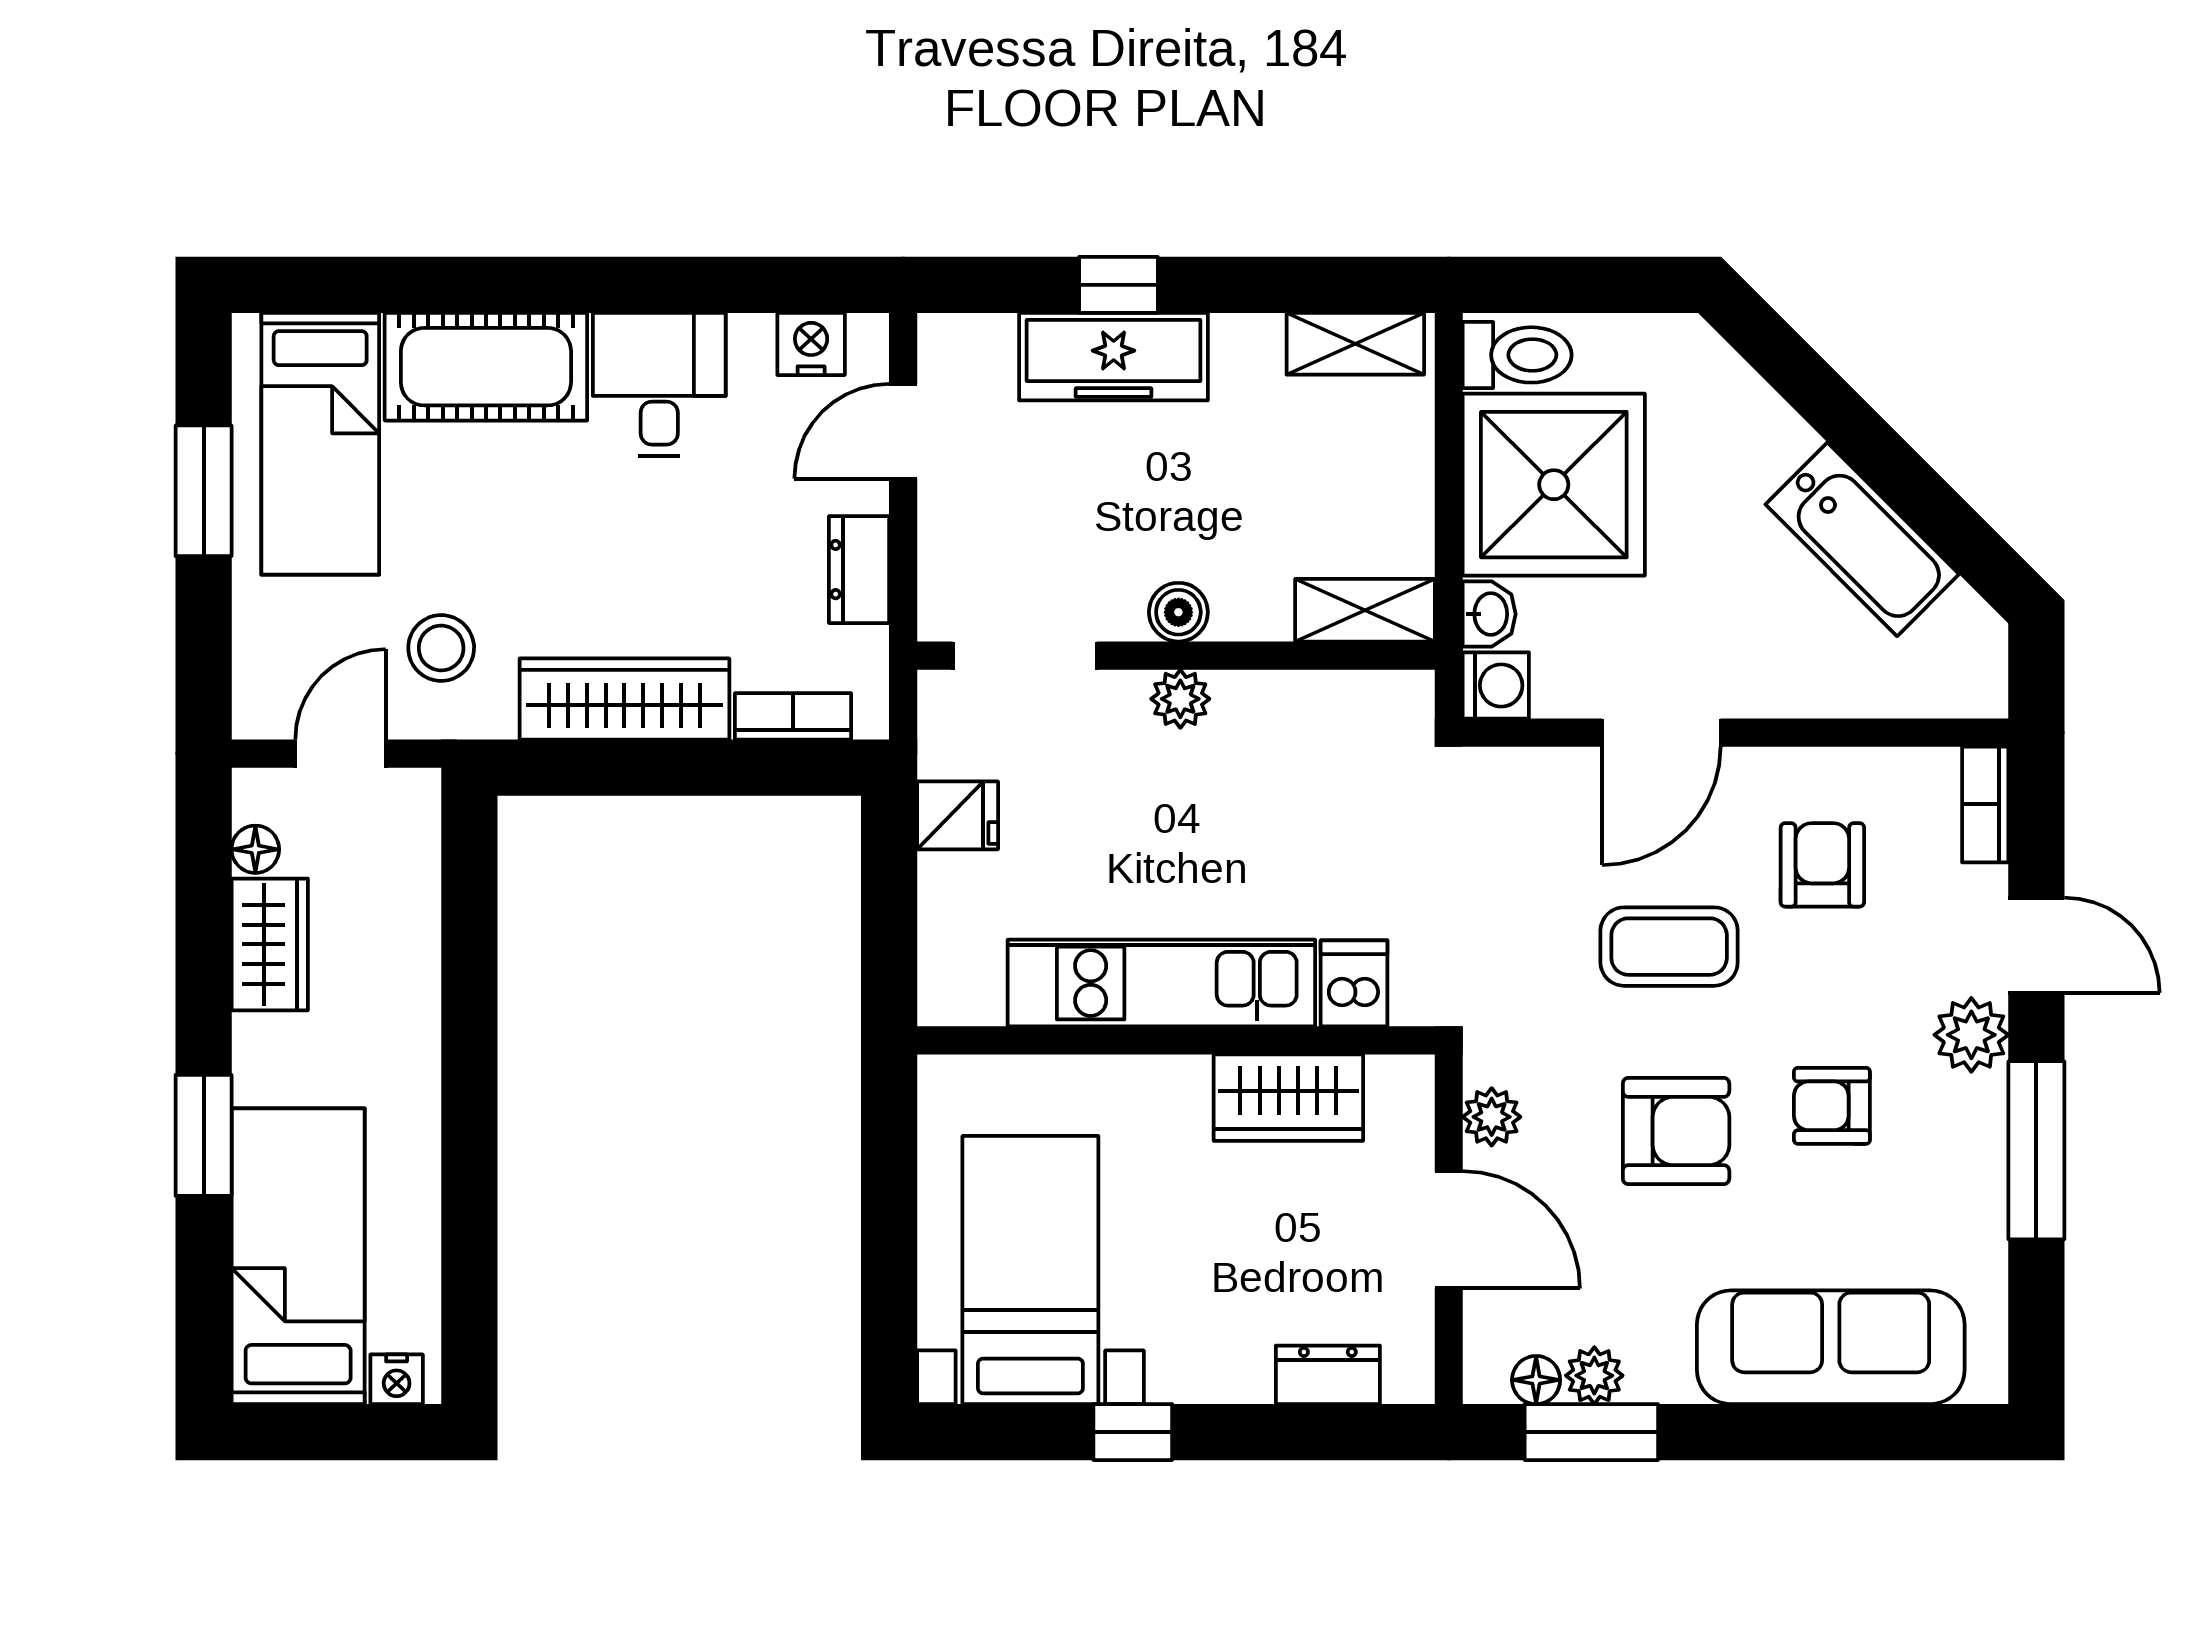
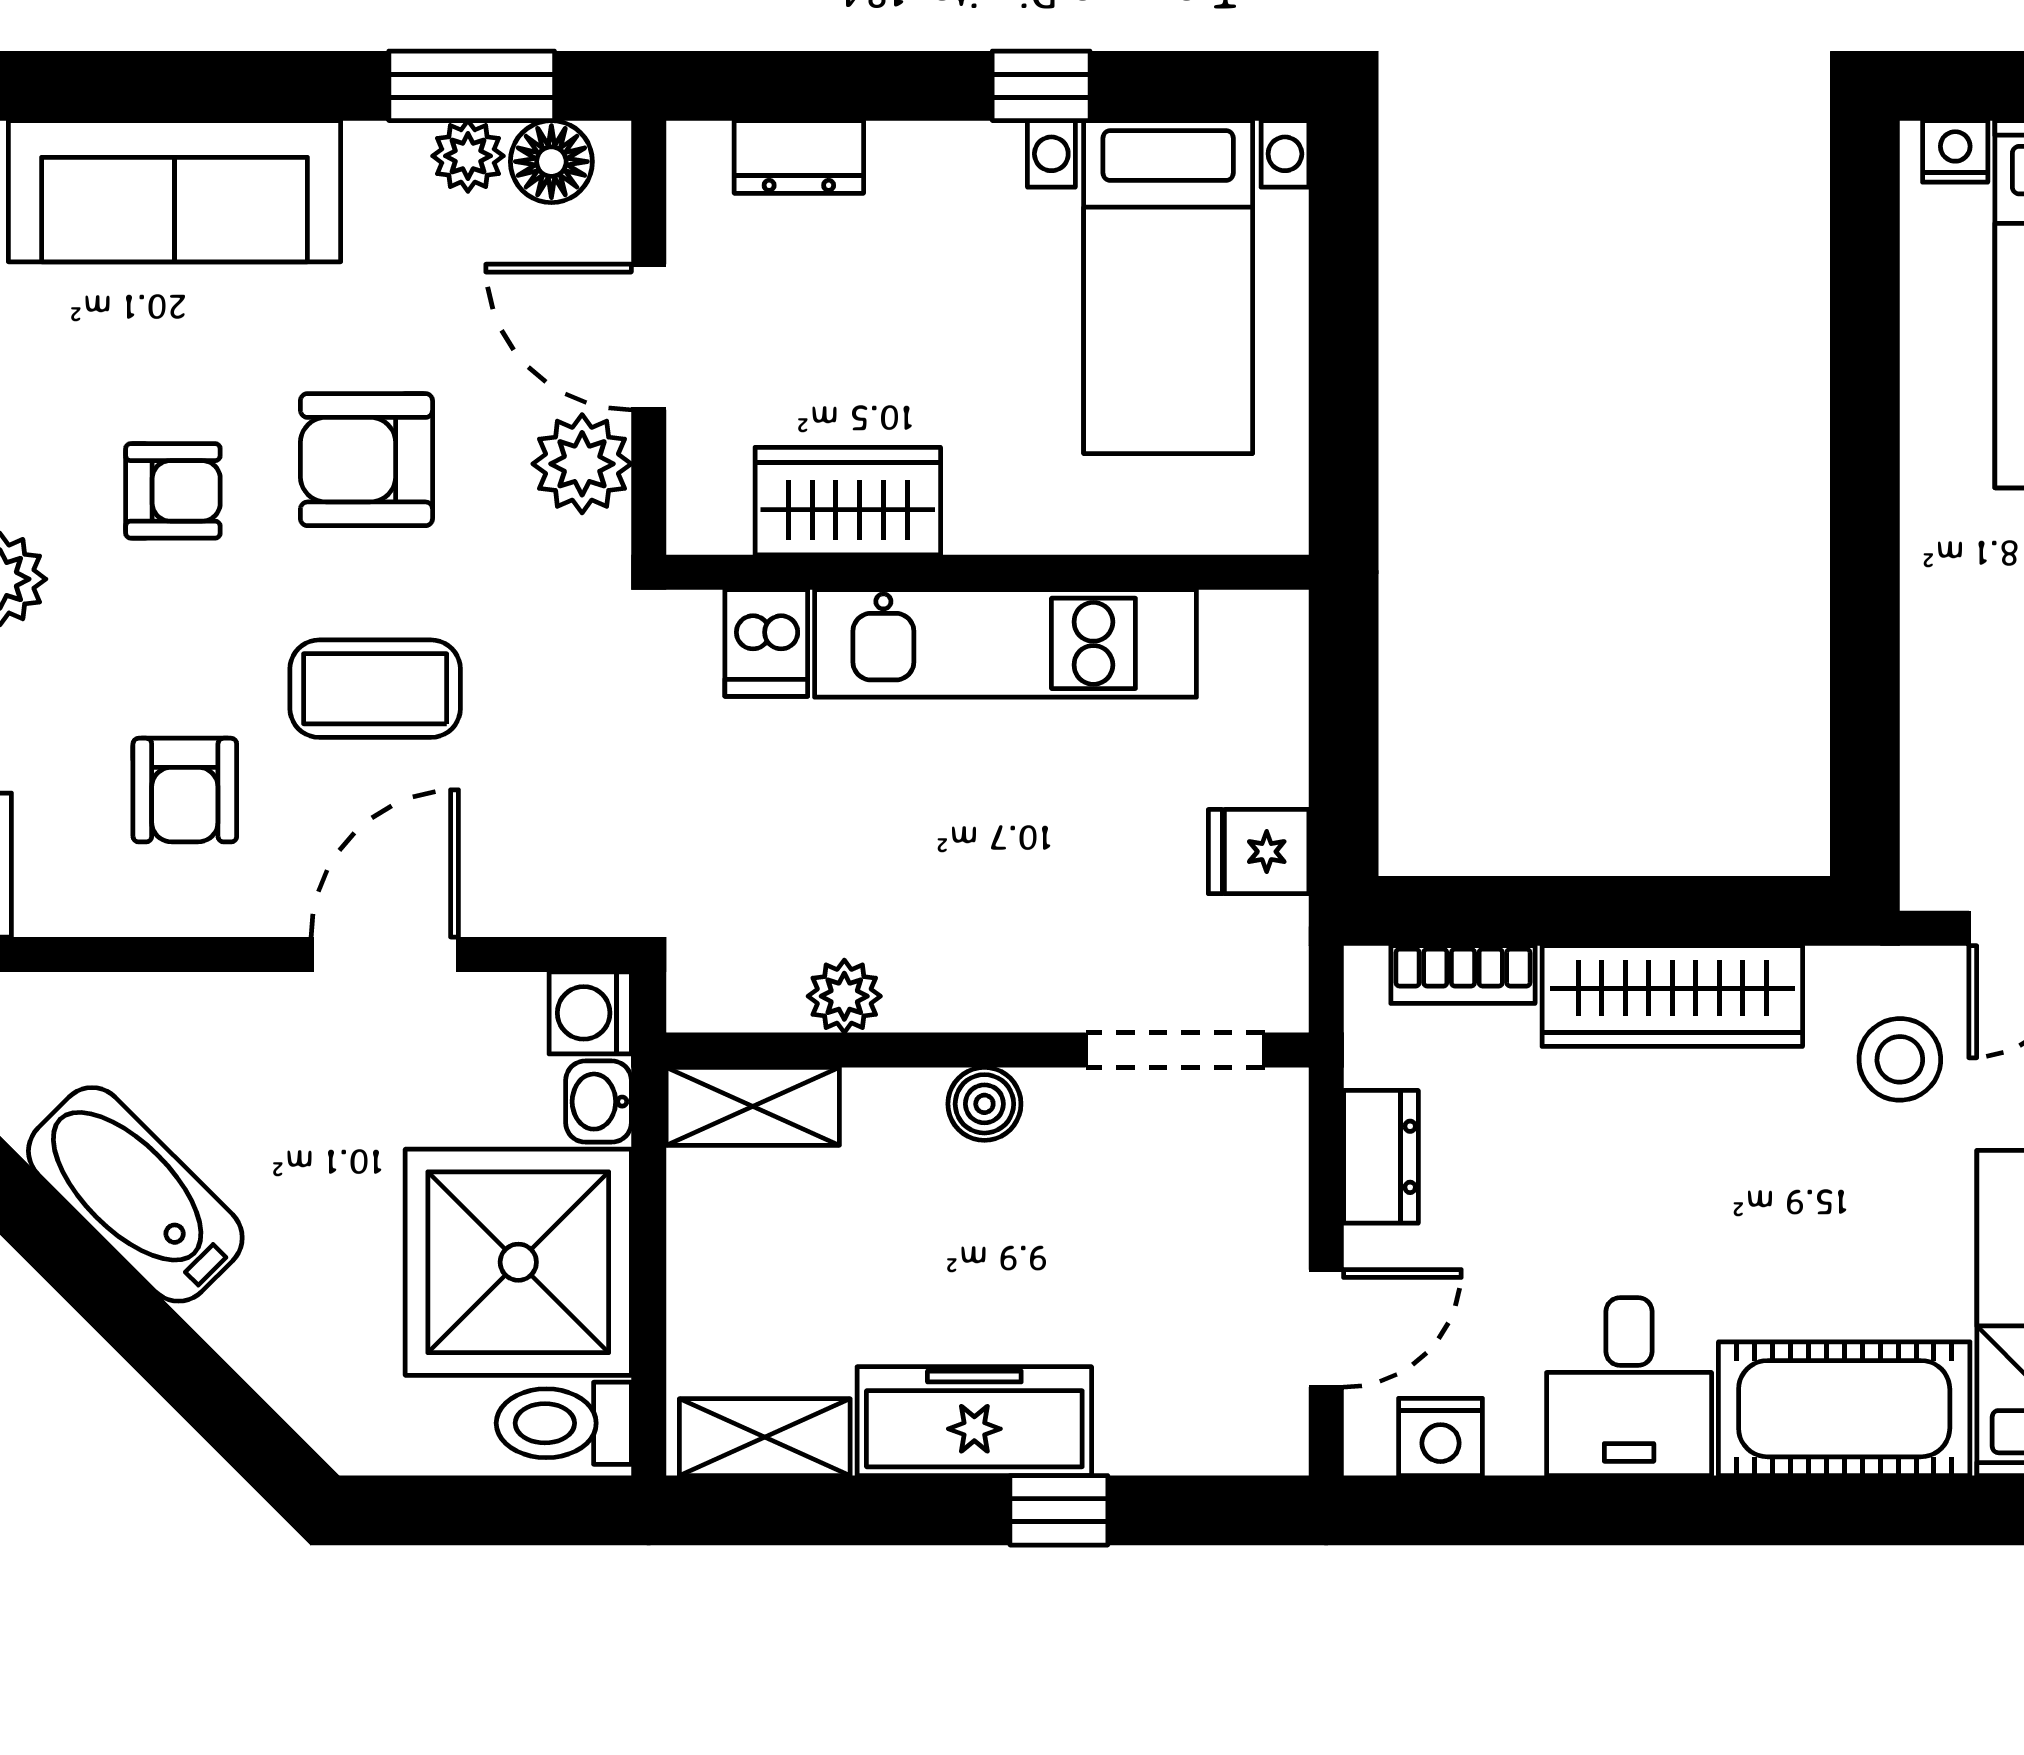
freezer: (1114, 357) -> (974, 1421), moved
plant: (1180, 699) -> (844, 996), moved
plant: (1492, 1117) -> (582, 464), width x1.38, depth x1.38
floor lamp: (1536, 1380) -> (551, 162), width x1.37, depth x1.37

